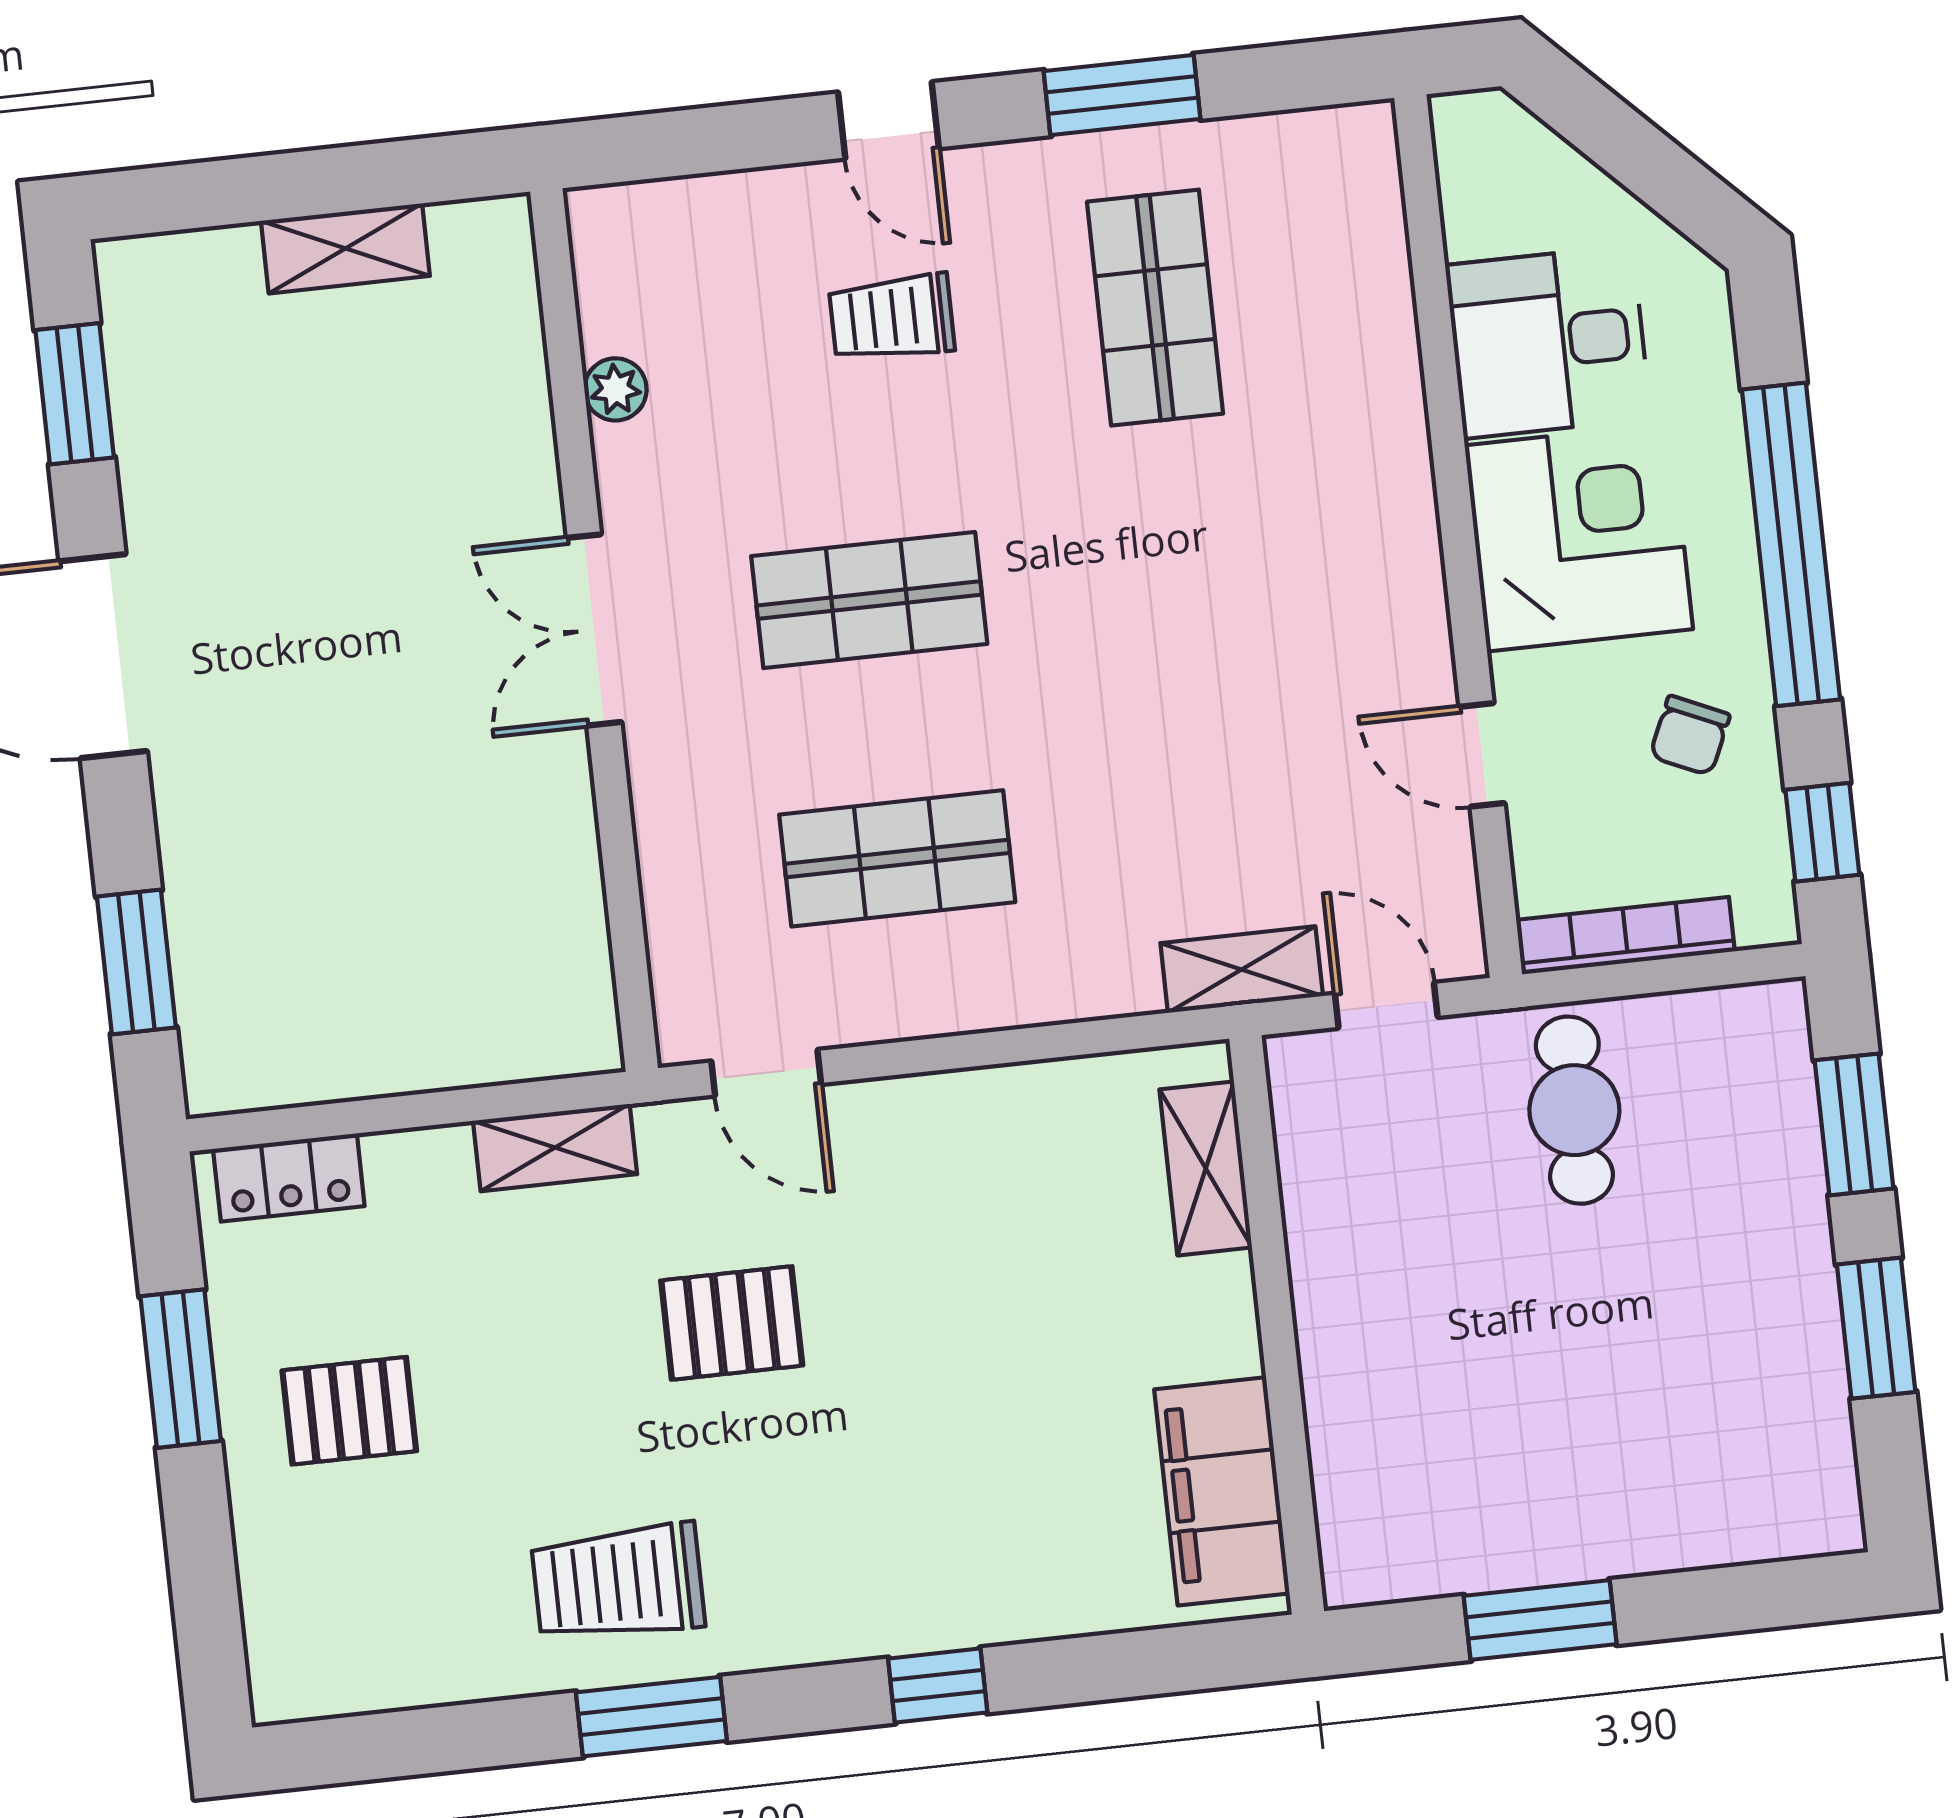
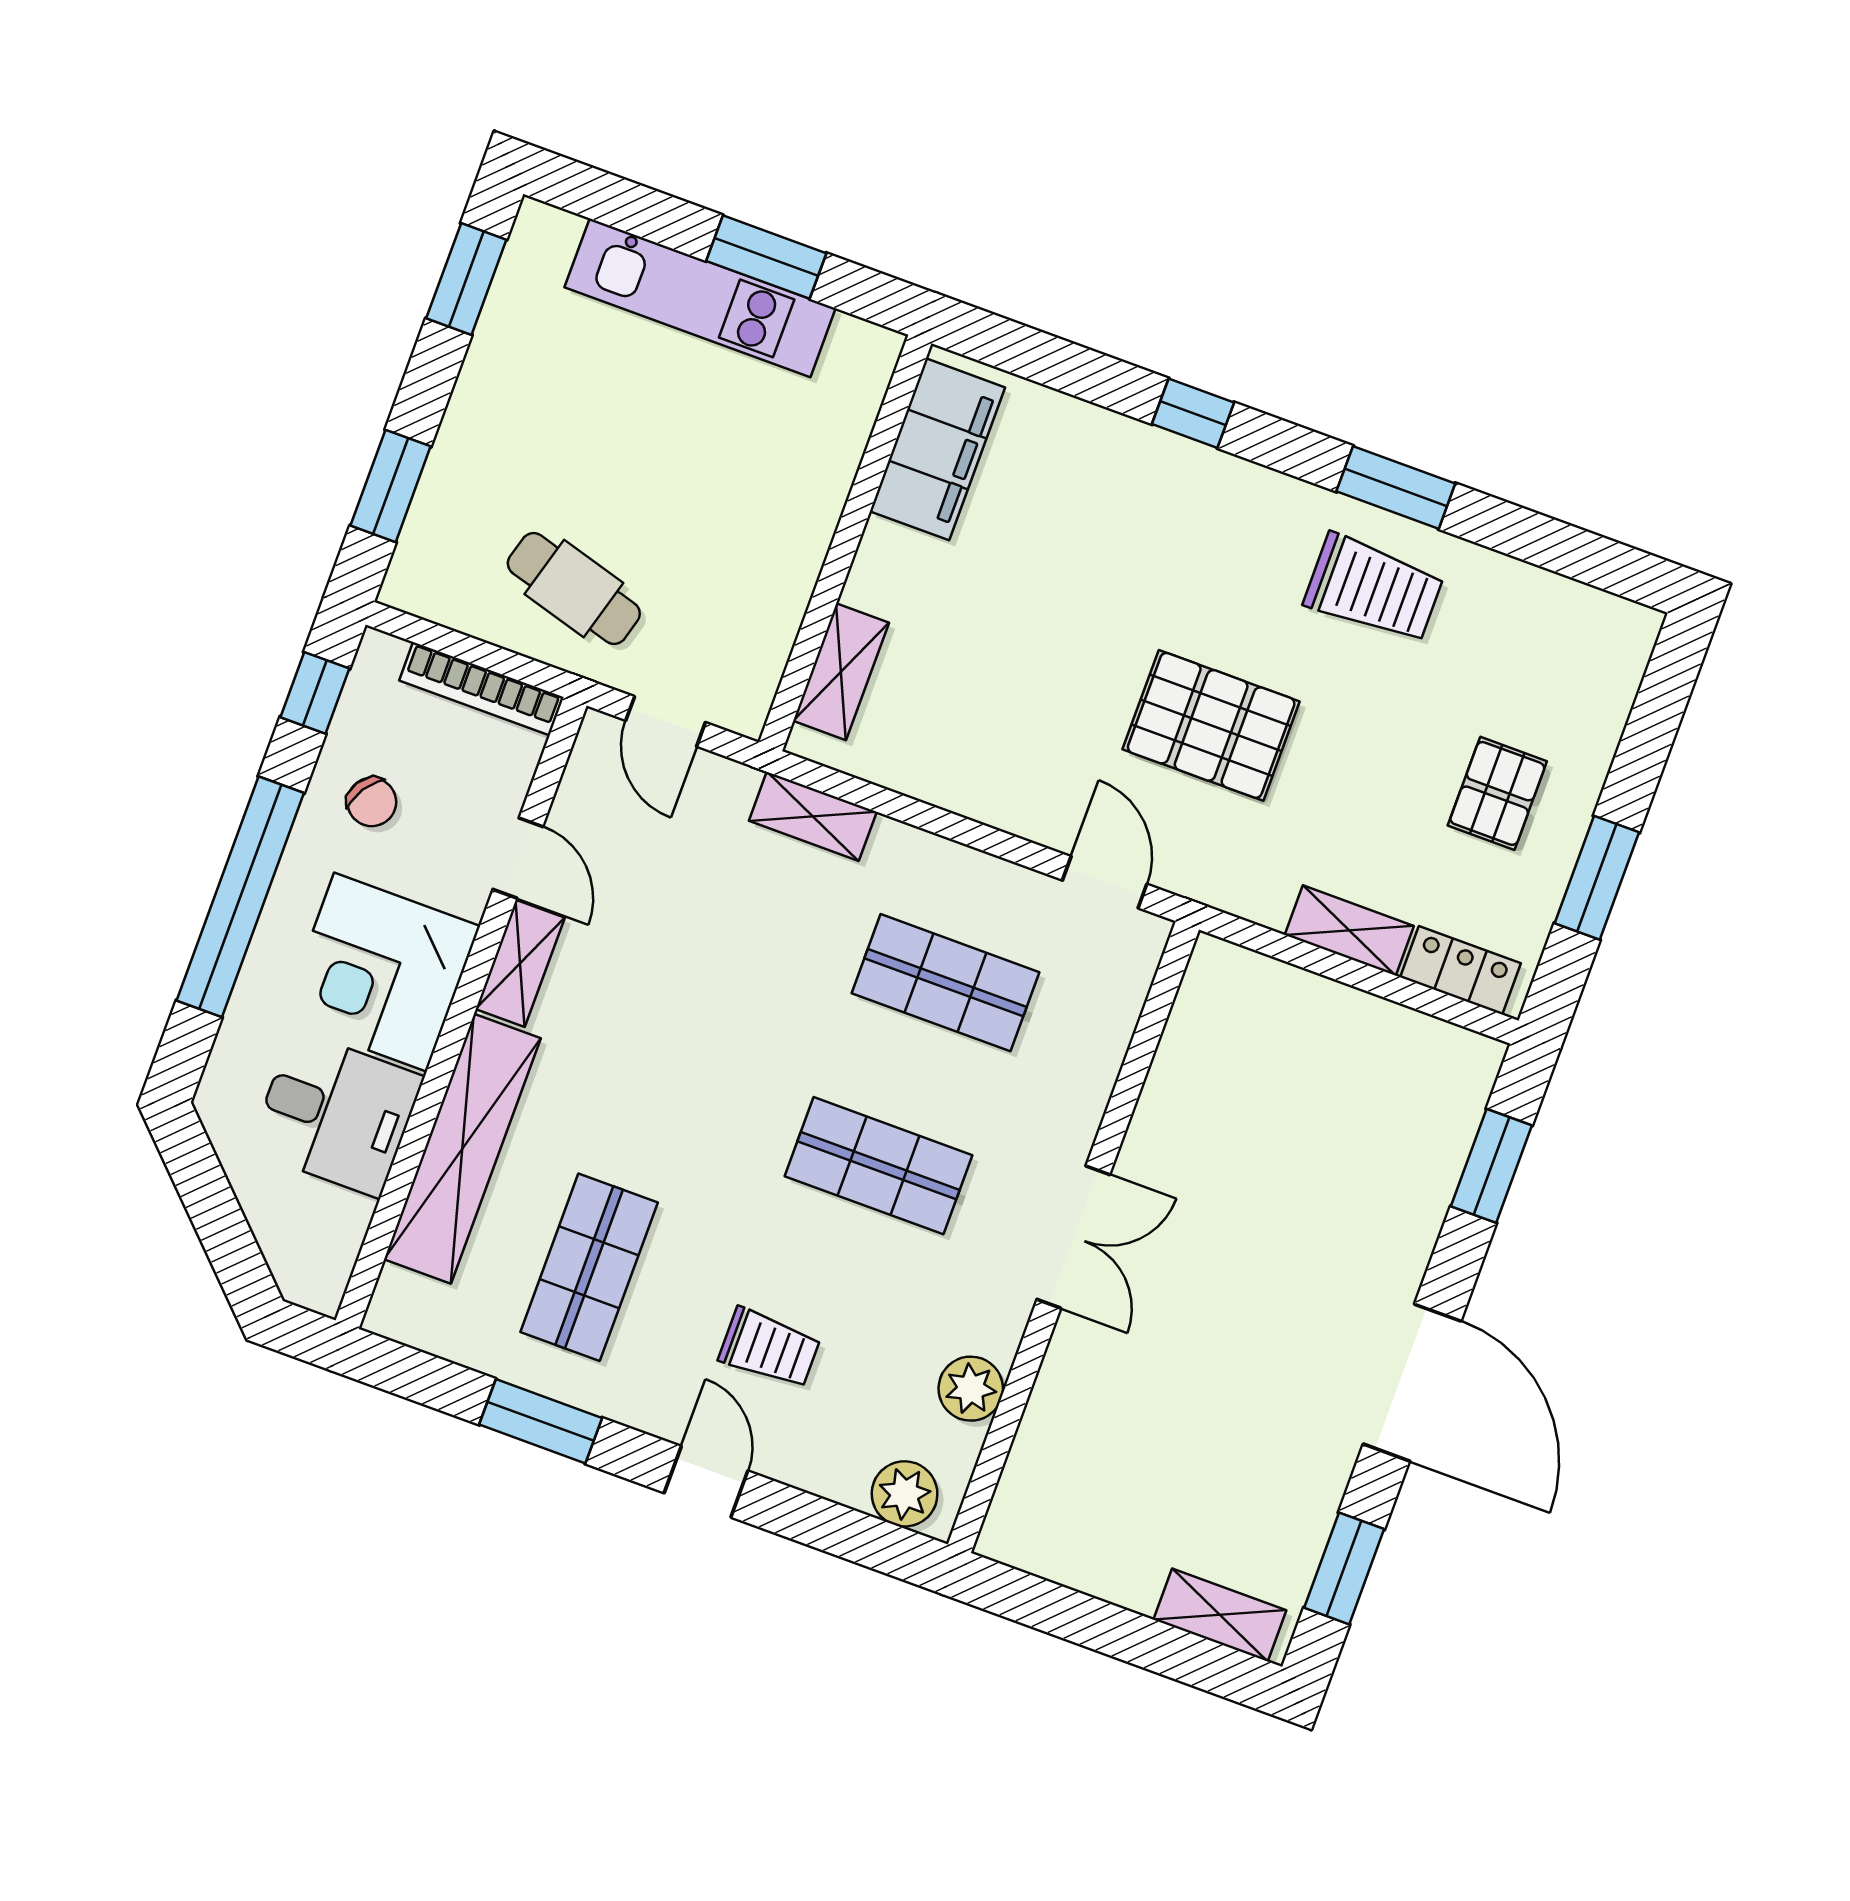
plant: (644, 223) -> (905, 1494), added
shelving: (345, 248) -> (1220, 1615), moved
shelving: (1377, 374) -> (462, 1149), added
plant: (615, 389) -> (971, 1389), width x1.38, depth x1.38
shelving: (1417, 630) -> (520, 963), added
chair: (1690, 736) -> (372, 802), turned 99
shelving: (1242, 970) -> (813, 816), moved
cafe table: (1574, 1110) -> (574, 588), turned -74
shelving: (555, 1147) -> (1349, 930), moved
pallet: (732, 1323) -> (1211, 725), width x1.50, depth x1.42
window: (1876, 1328) -> (466, 279), moved
pallet: (349, 1411) -> (1497, 793), turned 90
kitchen unit: (1595, 1532) -> (700, 298), added

